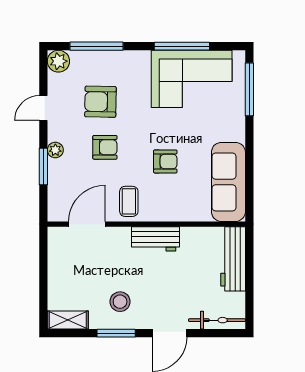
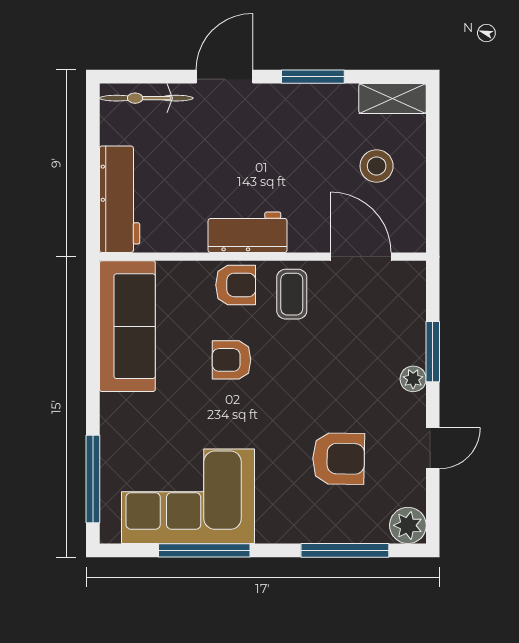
armchair: (105, 147) -> (236, 285), moved, turned 180
door: (87, 224) -> (361, 257), swing flipped
stool: (120, 302) -> (377, 166), moved

